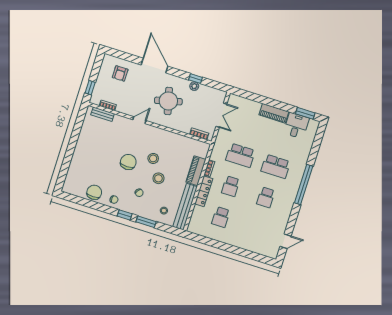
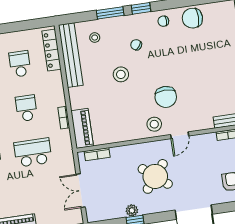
round table: (168, 101) -> (155, 176), turned -37
stool: (153, 158) -> (154, 124), moved
chair: (128, 162) -> (166, 97), moved
piano: (196, 171) -> (82, 128), moved
locker: (204, 191) -> (52, 50), moved
chair: (94, 192) -> (192, 18), turned 90

